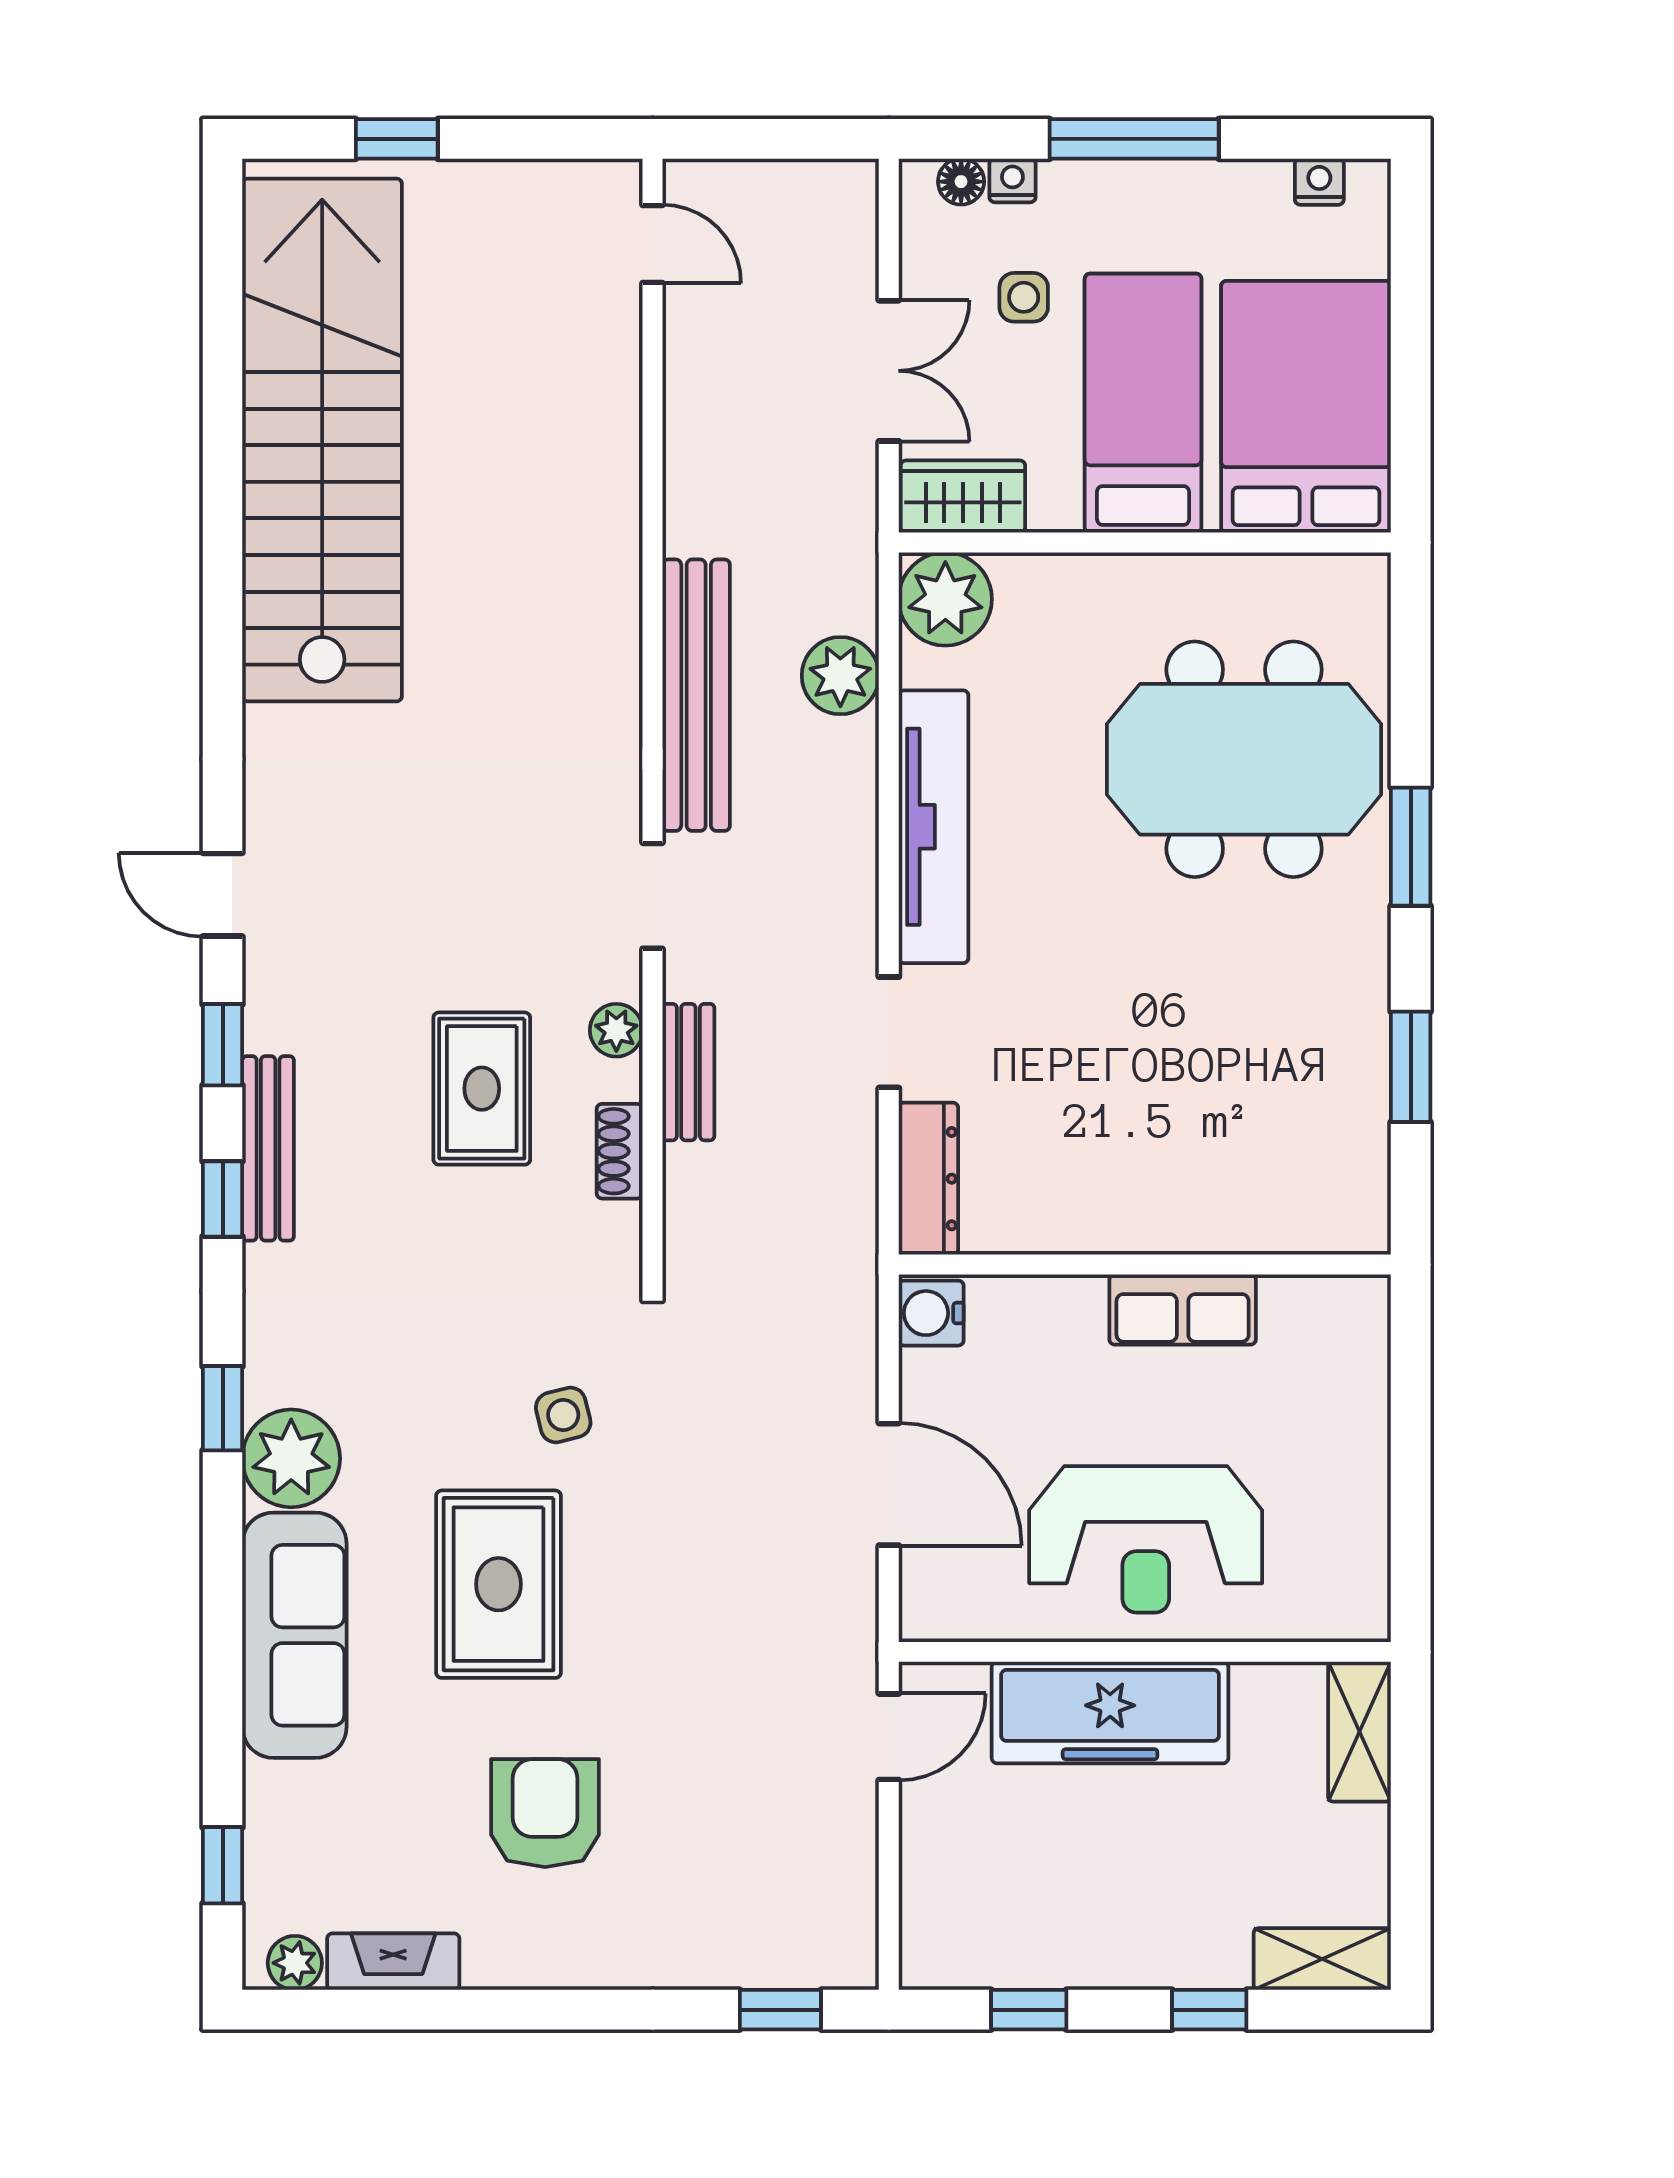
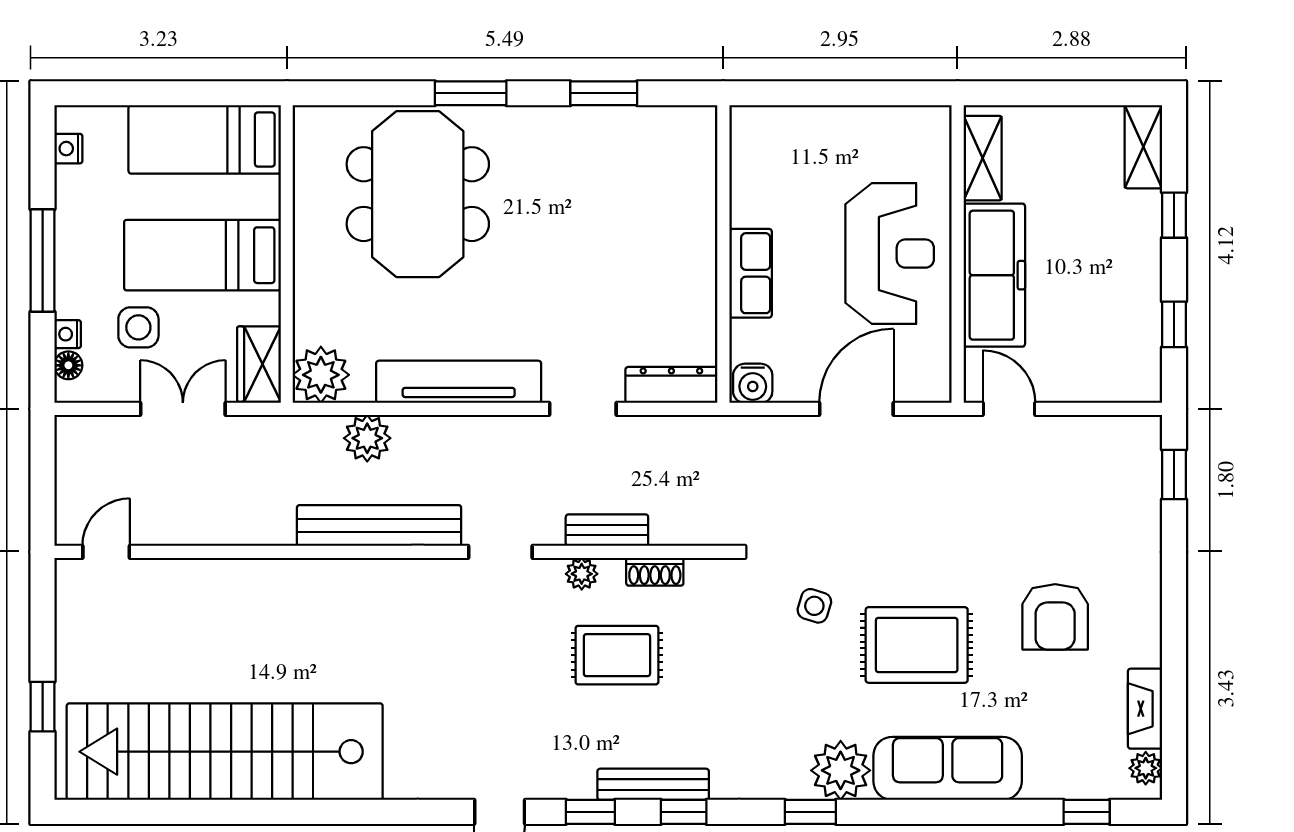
side table: (1024, 297) -> (138, 327), width x1.37, depth x1.37
bed: (1306, 407) -> (205, 139), width x0.67
row of seats: (1183, 1310) -> (751, 273), moved
side table: (563, 1415) -> (814, 606), turned 31
shelving: (1359, 1732) -> (983, 158), moved, turned 90
armchair: (545, 1813) -> (1055, 617), turned -90

